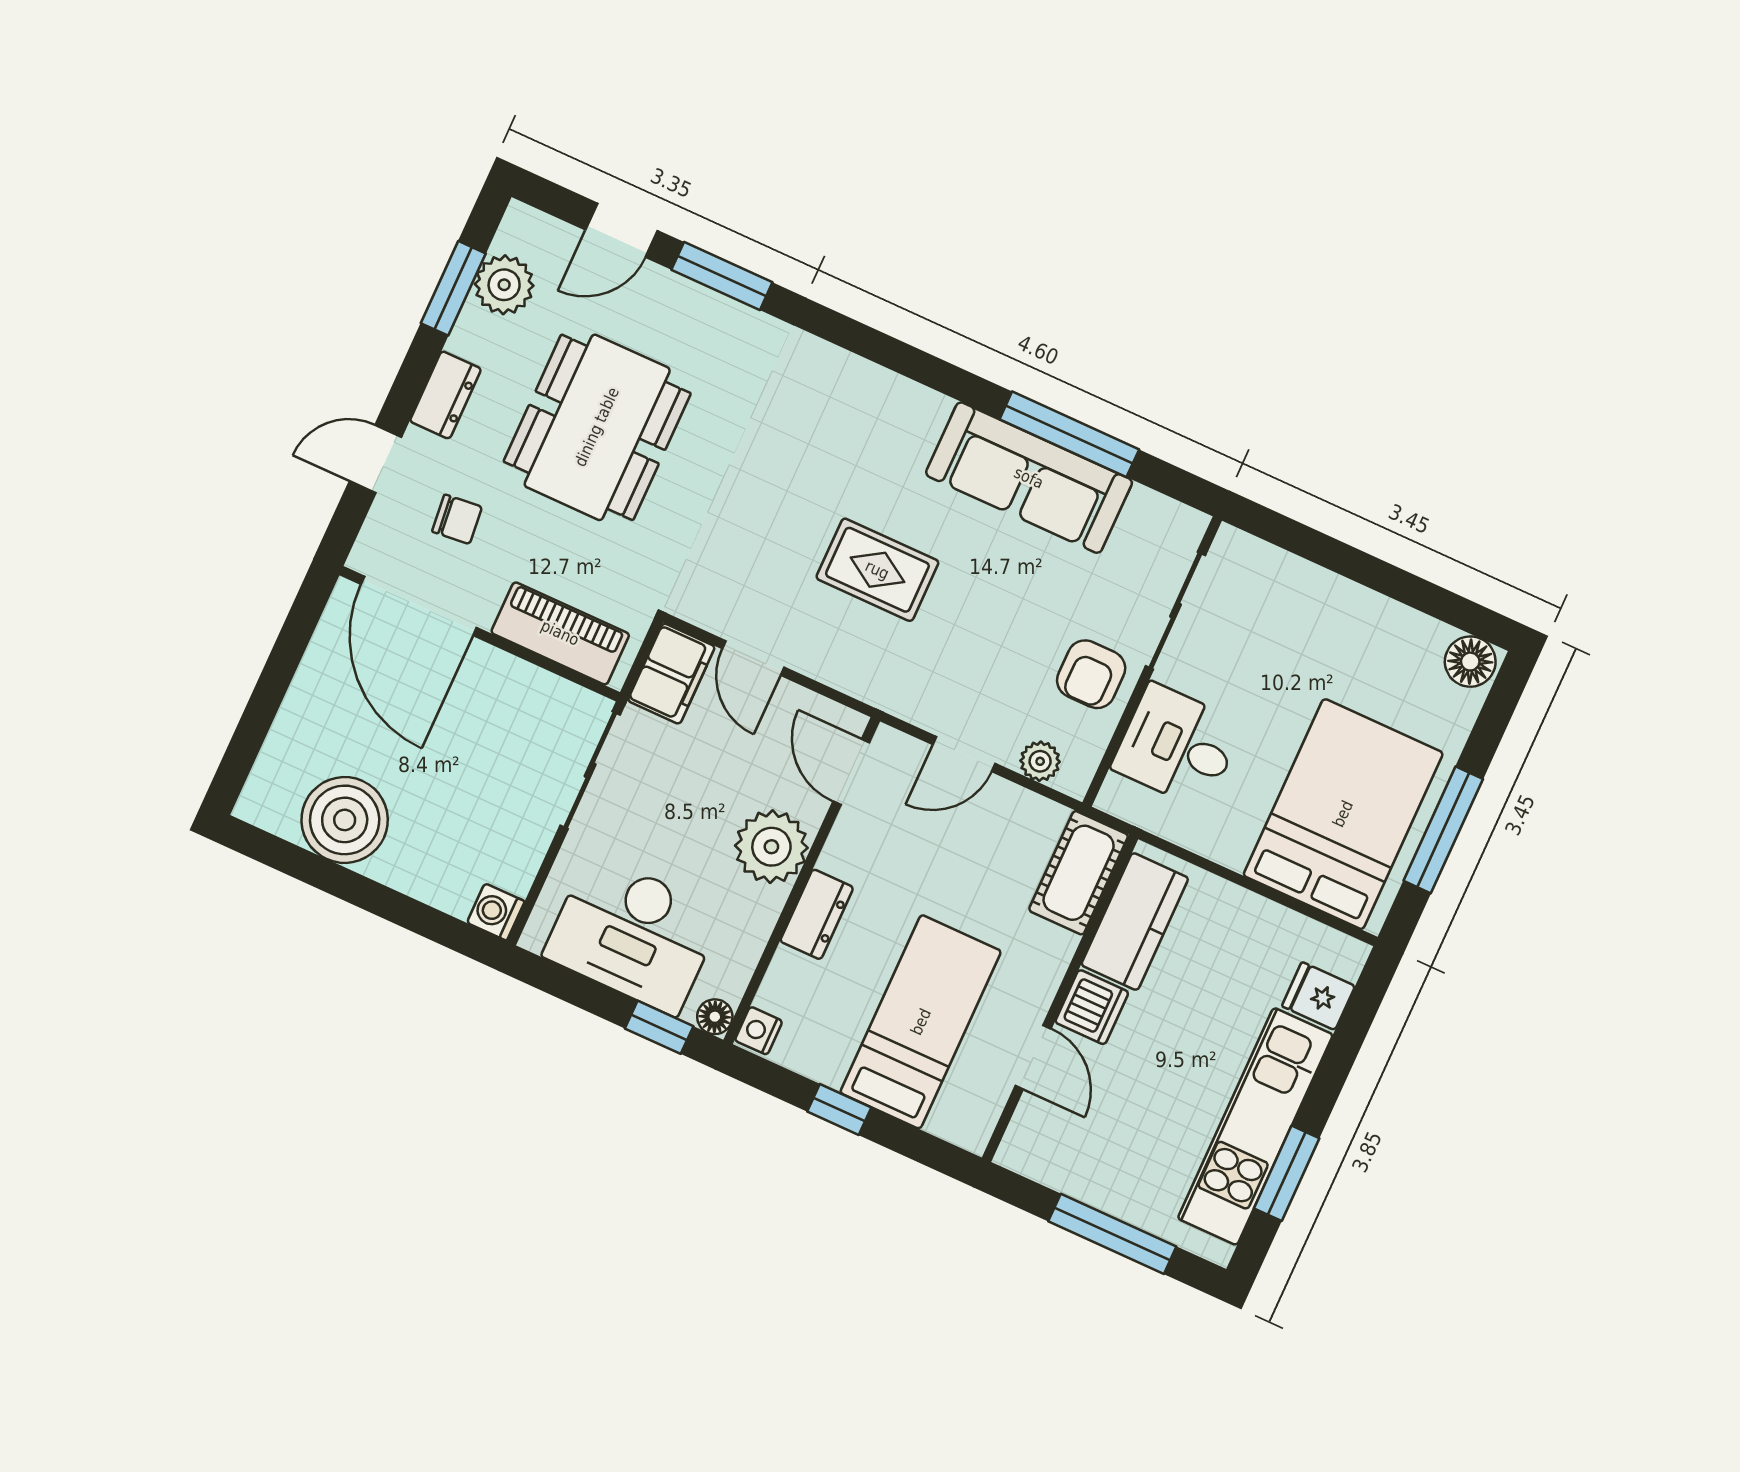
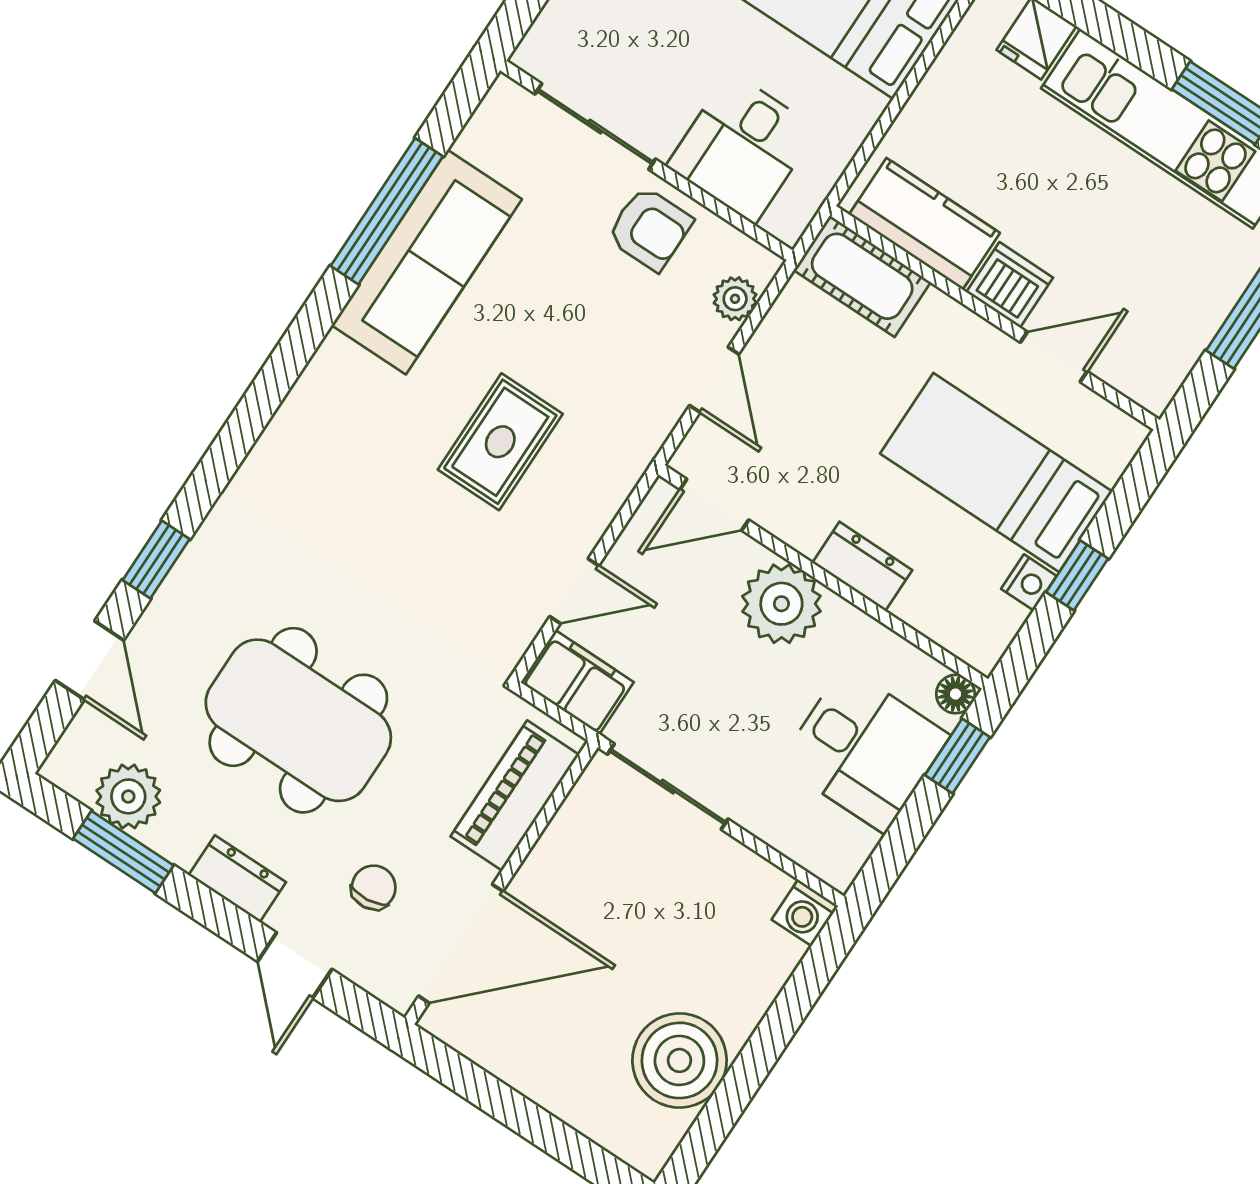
window: (722, 276) -> (156, 560), width x0.67
desk: (633, 934) -> (864, 750), width x0.73
nightstand: (759, 1031) -> (1029, 582), moved, turned -90

